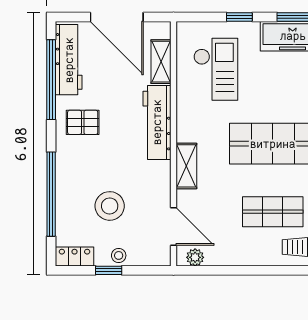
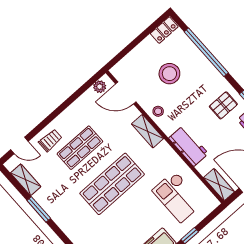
shelving: (161, 62) -> (219, 185), moved
workbench: (157, 122) -> (189, 146), width x0.73
stool: (119, 255) -> (158, 111), moved
window: (109, 270) -> (140, 39), removed

